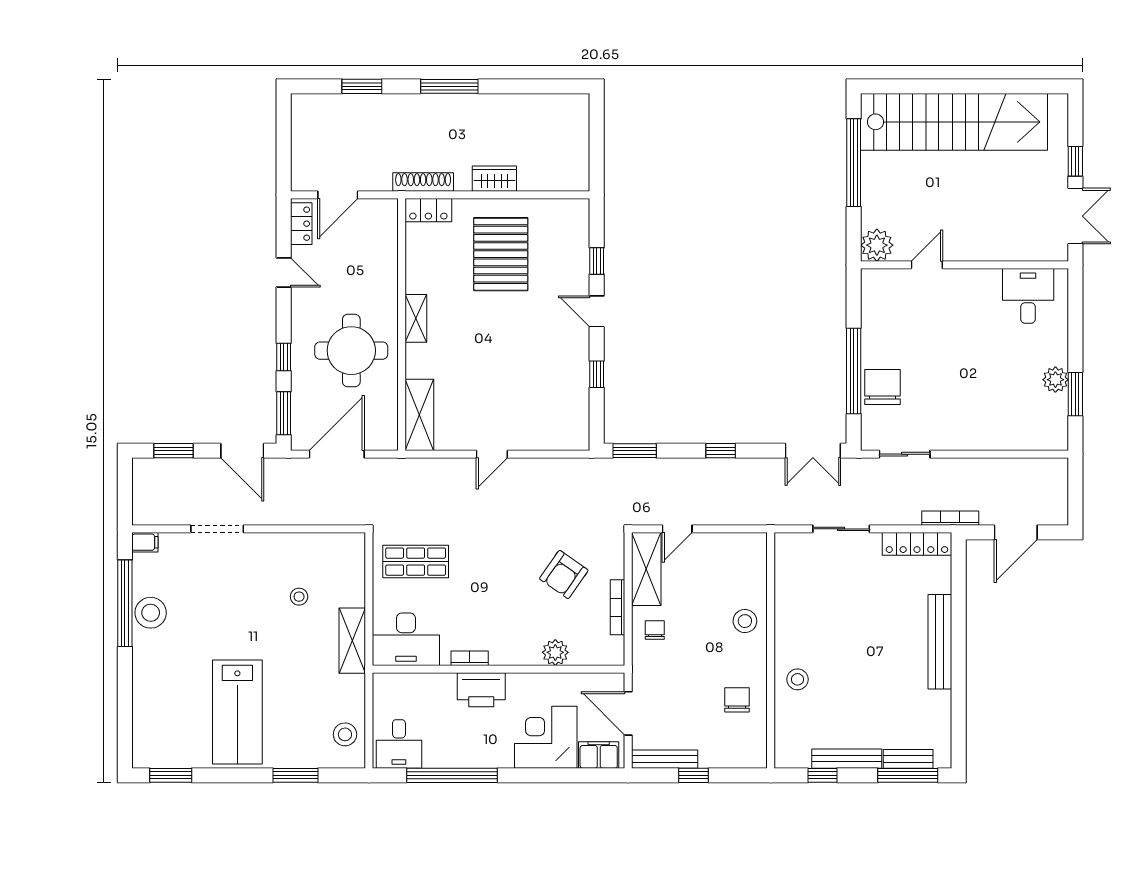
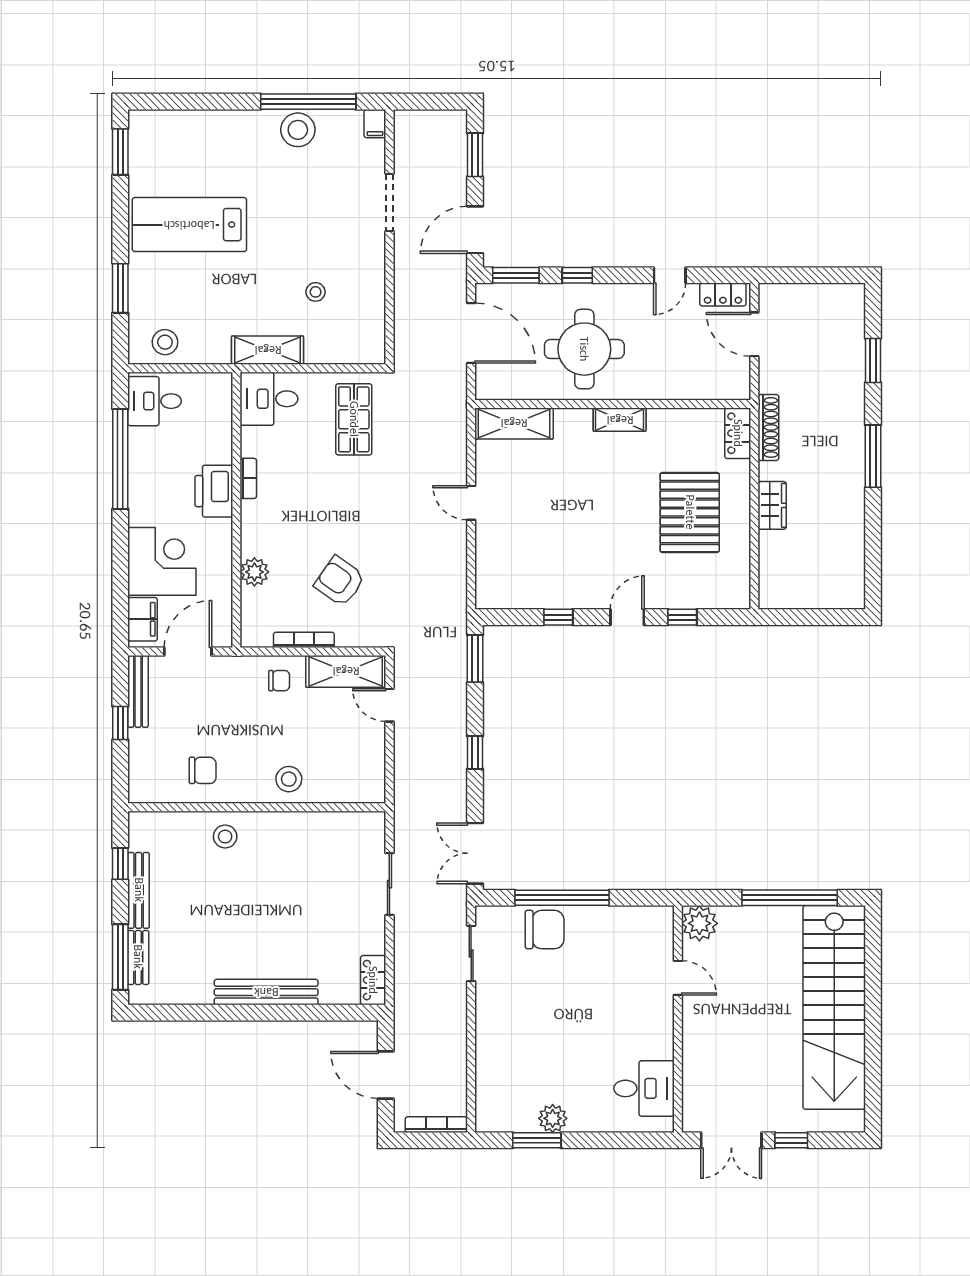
pallet: (501, 254) -> (690, 512), turned 90
bookcase: (950, 518) -> (436, 1125), moved, turned -90
locker: (917, 544) -> (373, 980), width x0.66
desk: (406, 639) -> (269, 399), width x0.73

